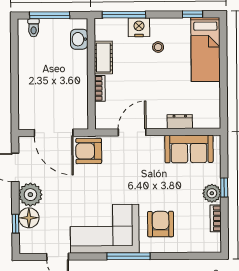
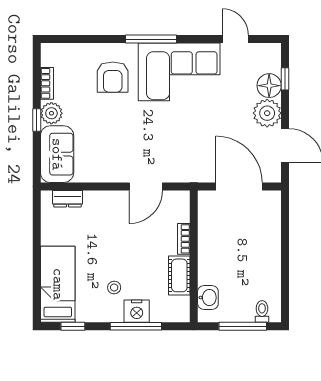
window: (124, 15) -> (136, 326), moved
dresser: (180, 122) -> (67, 199), moved
sofa: (189, 149) -> (57, 154), moved, turned 90
armchair: (89, 151) -> (197, 165), removed

